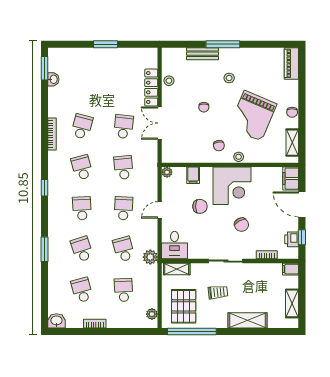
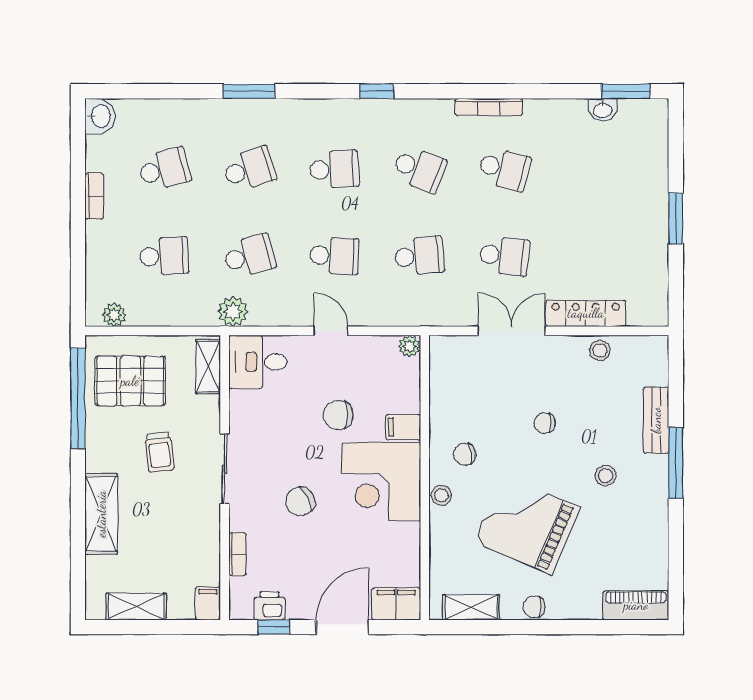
school desk: (82, 167) -> (419, 169), turned 36
filing cabinet: (193, 175) -> (403, 427), moved
chair: (200, 206) -> (338, 415), turned 90

